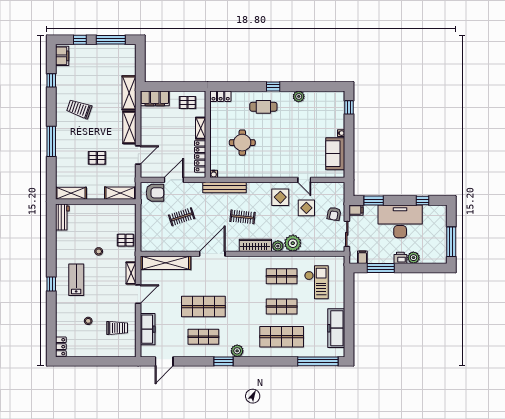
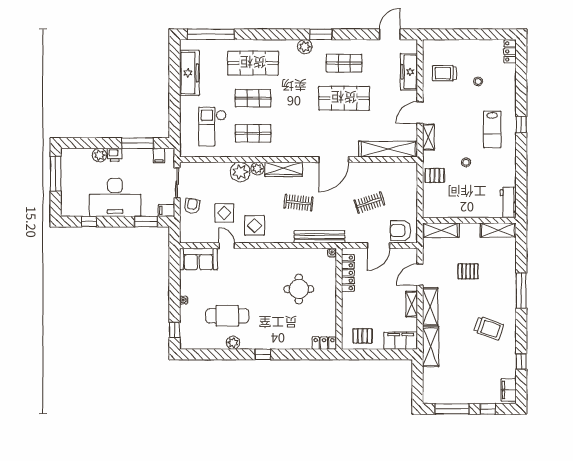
cafe table: (263, 107) -> (227, 316), moved, width x1.37, depth x1.35
shelving: (201, 128) -> (412, 304), moved
sofa: (335, 154) -> (198, 259), moved, turned 90

